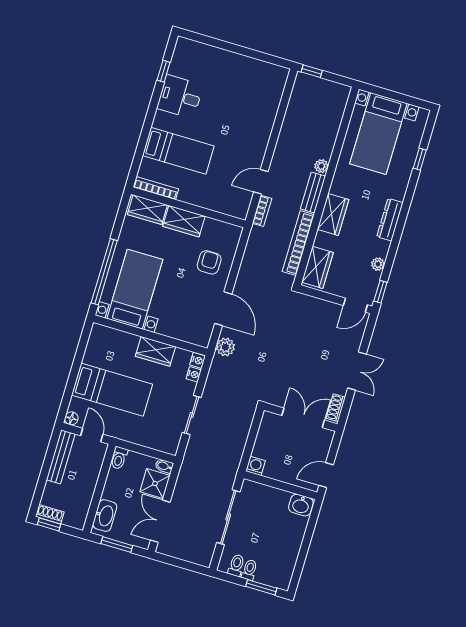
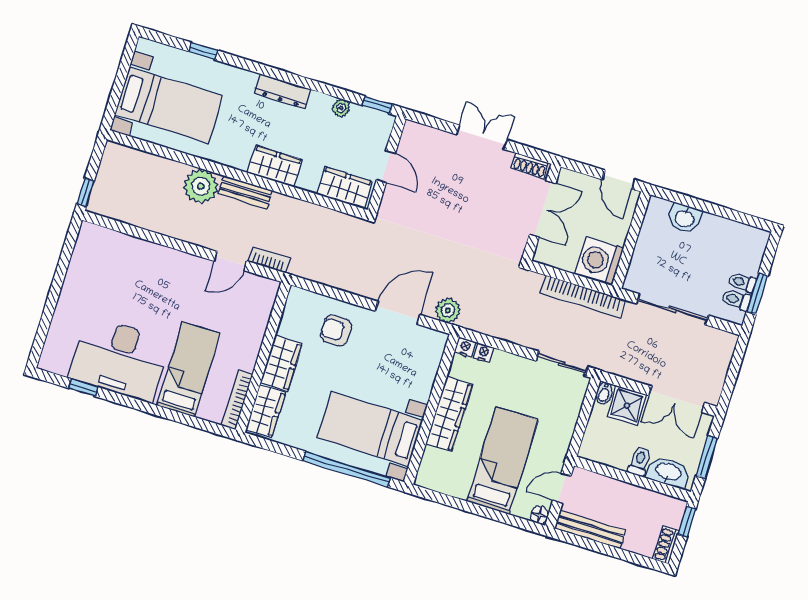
desk: (180, 97) -> (119, 359), width x1.87, depth x1.30
plant: (321, 166) -> (201, 186), width x1.88, depth x1.88
door: (261, 182) -> (230, 261), hinge flipped
bookcase: (298, 243) -> (583, 297), moved
door: (355, 305) -> (386, 167), moved
wardrobe: (155, 351) -> (449, 414), width x1.50
sliding door: (192, 415) -> (562, 364), moved
double door: (303, 418) -> (543, 209), swing flipped
toilet: (119, 458) -> (640, 461), moved, turned -90
washing machine: (255, 466) -> (599, 261), width x1.89, depth x1.89
washbasin: (301, 505) -> (685, 218), moved, turned 90
window: (49, 524) -> (687, 522), moved
window: (261, 587) -> (757, 294), moved

